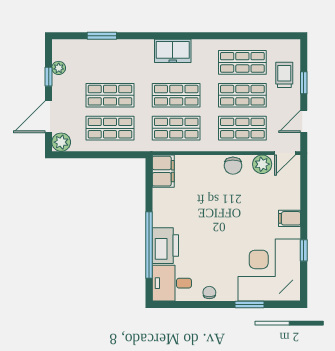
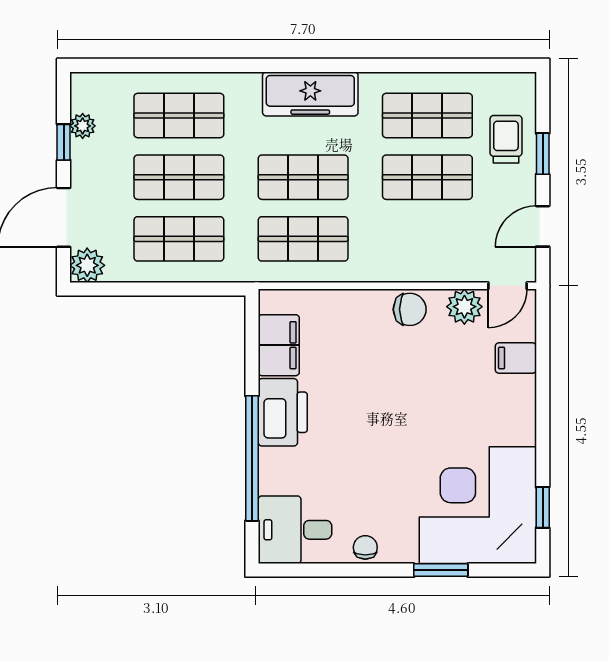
window: (102, 36) -> (164, 65), removed
freezer: (173, 51) -> (310, 94), width x1.40
shop shelf: (242, 128) -> (179, 115), moved
chair: (233, 166) -> (410, 309), turned -90
filing cabinet: (163, 171) -> (279, 345), moved
filing cabinet: (290, 218) -> (516, 358), moved
printer: (165, 246) -> (283, 412), moved
window: (304, 250) -> (543, 507), moved

